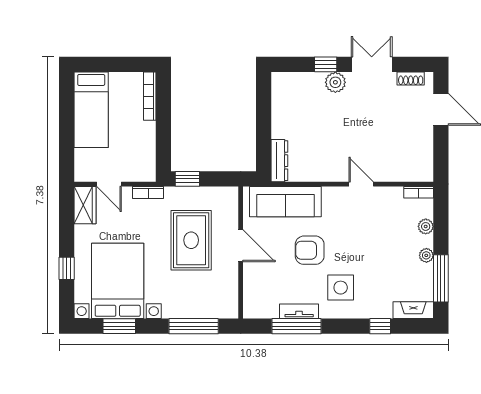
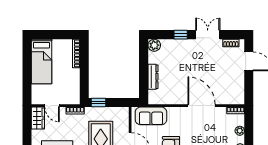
plant: (335, 82) -> (154, 45), moved
dresser: (279, 161) -> (153, 77), moved
door: (361, 184) -> (201, 106), width x1.88
sofa: (285, 202) -> (151, 116), width x0.73

